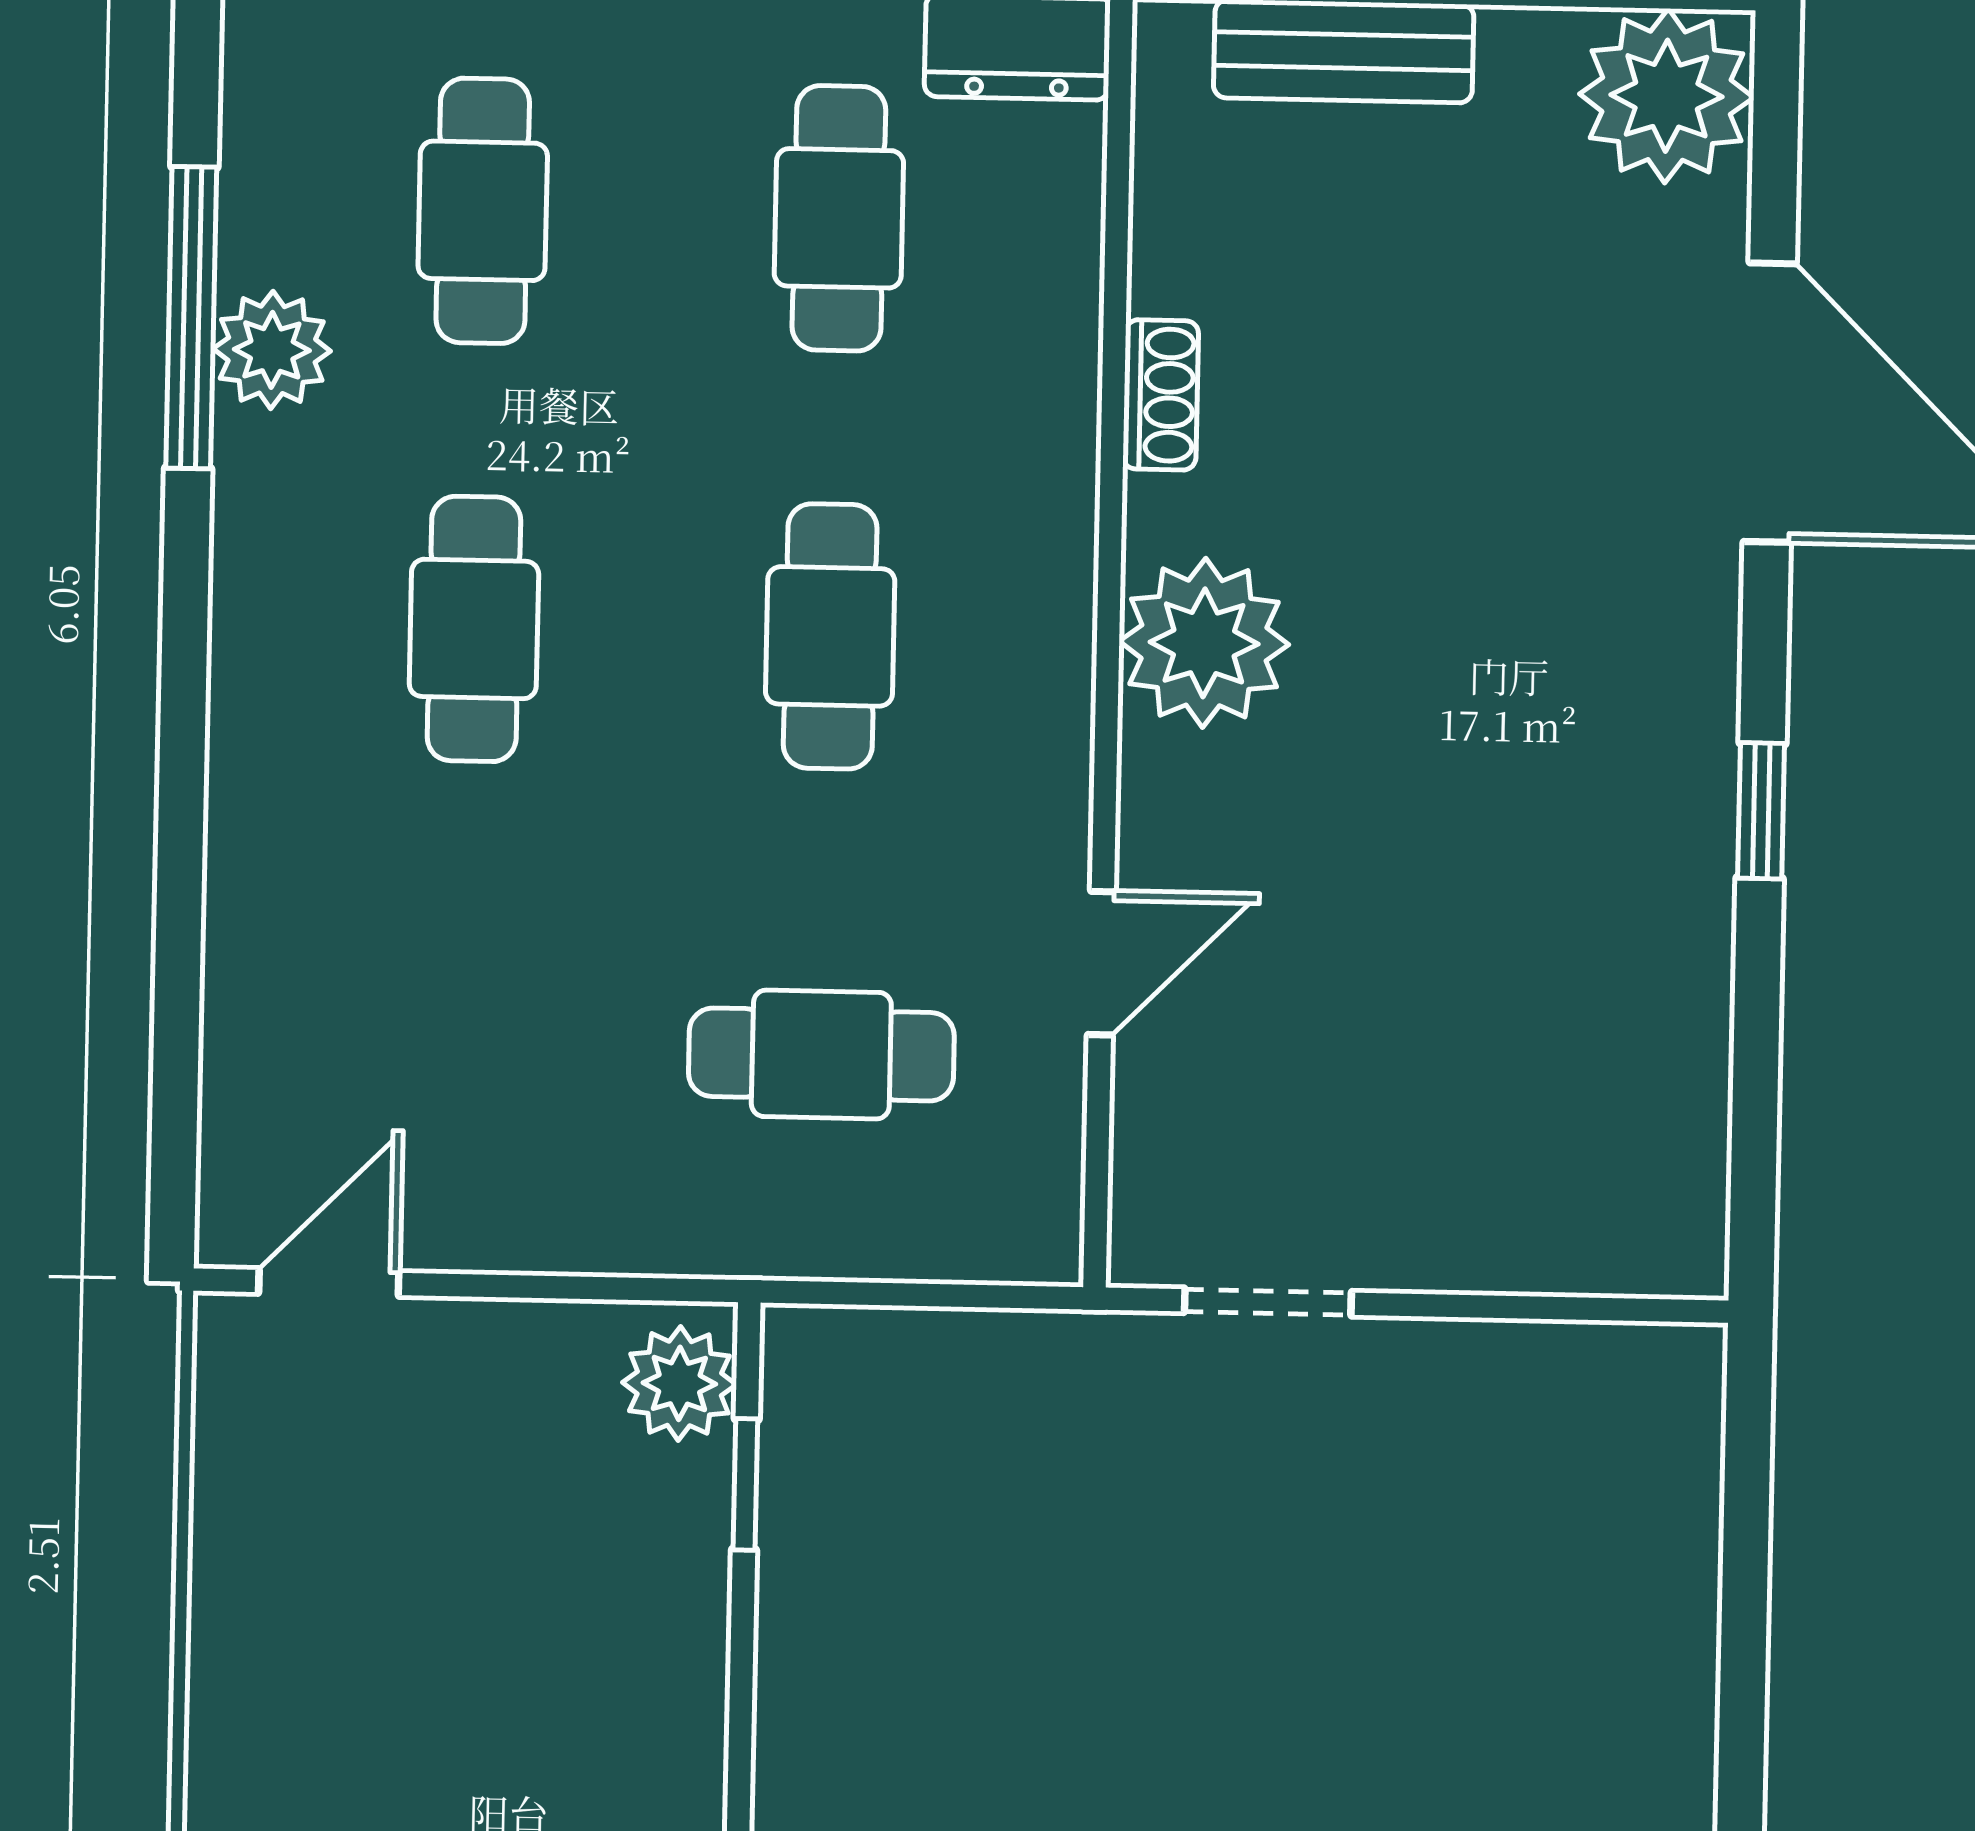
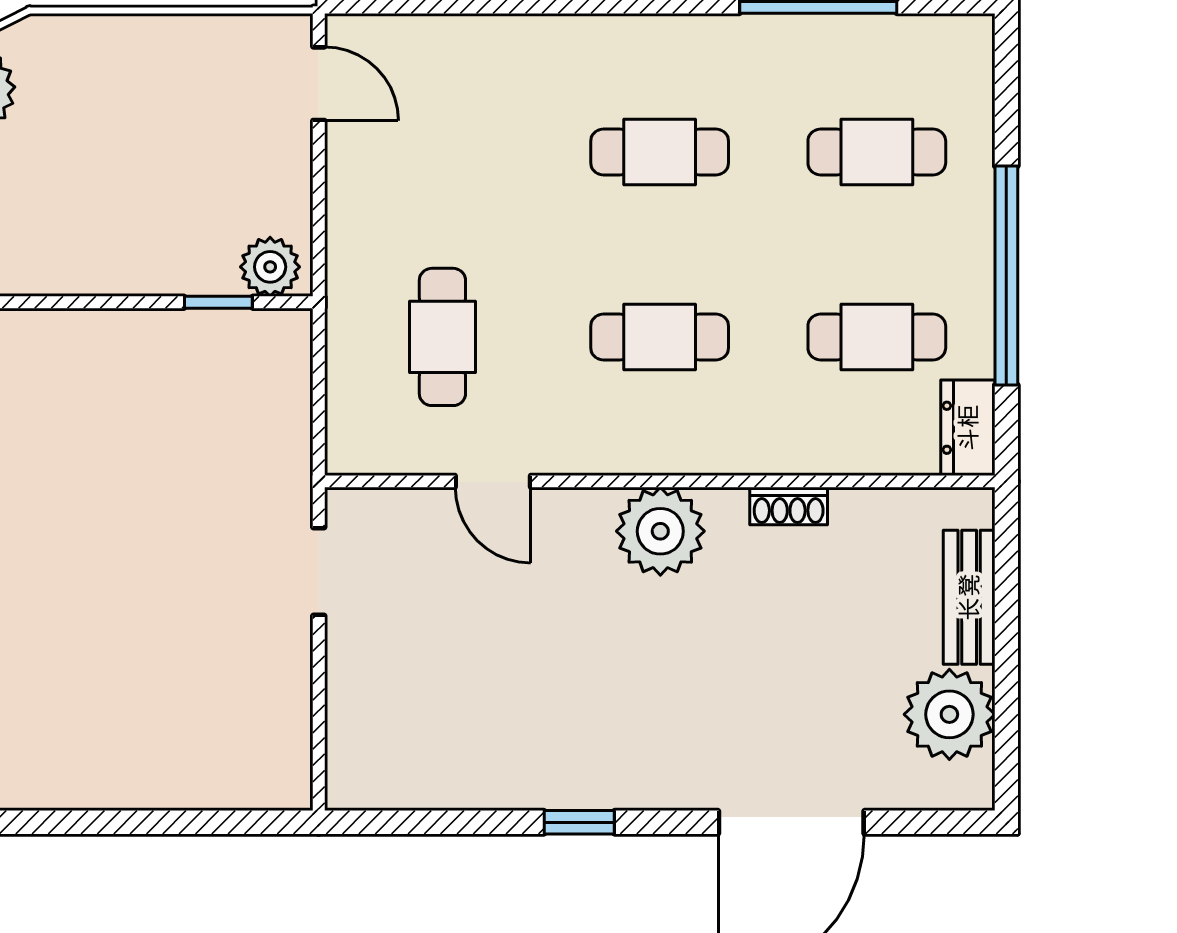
plant: (1667, 96) -> (949, 714), moved
plant: (272, 350) -> (802, 44), removed

